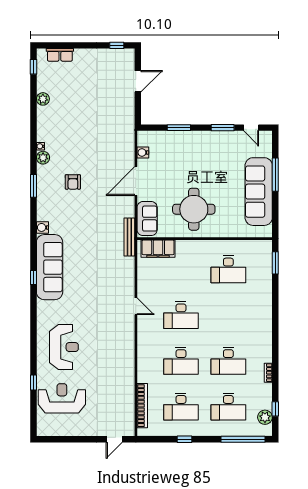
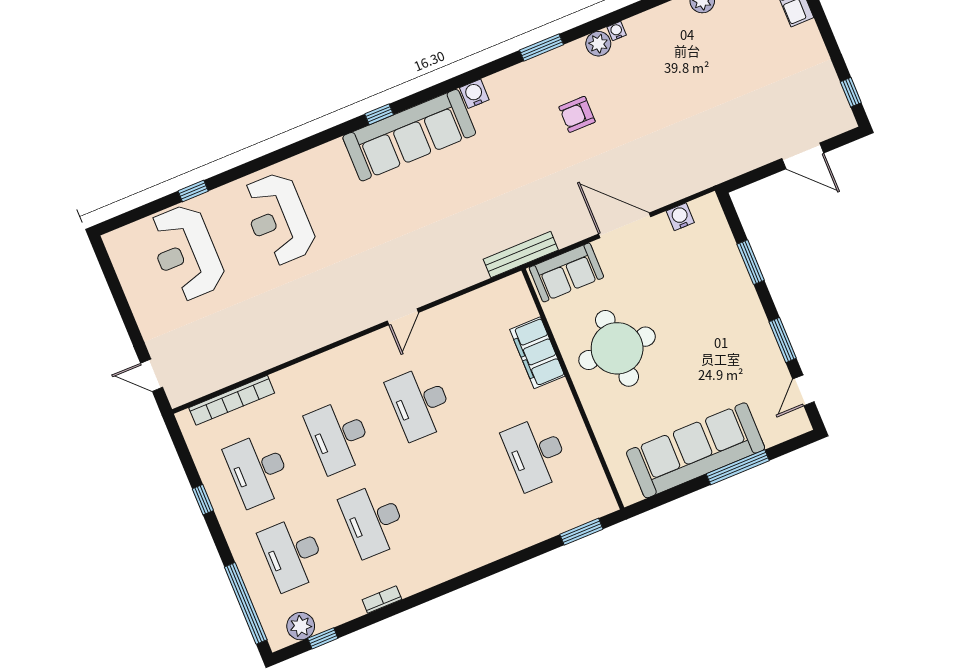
filing cabinet: (158, 249) -> (537, 353), moved
reception desk: (64, 347) -> (278, 219), turned 90
reception desk: (62, 398) -> (186, 253), turned 180

